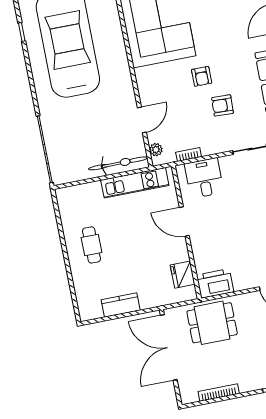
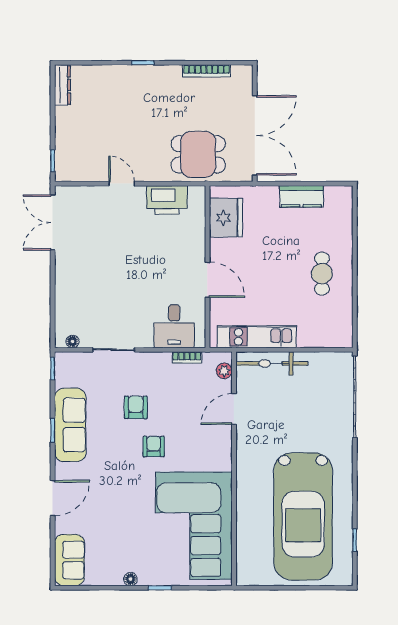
armchair: (222, 105) -> (136, 407), turned -92
fridge: (183, 275) -> (226, 218), width x1.36, depth x1.34
printer: (215, 283) -> (167, 200), moved

